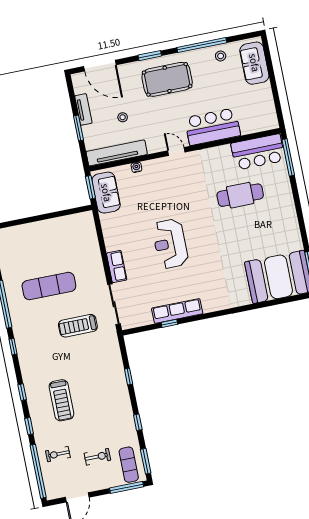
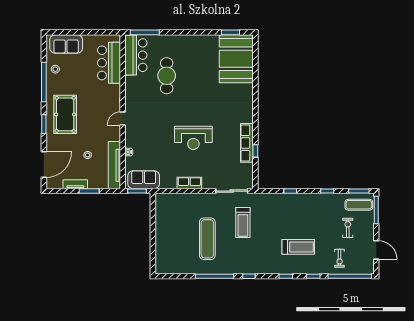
bar counter: (212, 127) -> (109, 63), moved
row of seats: (117, 267) -> (189, 183), moved

